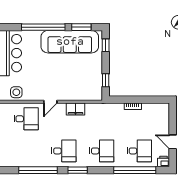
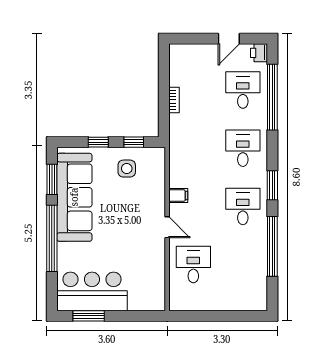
window: (106, 45) -> (98, 142), moved
side table: (16, 92) -> (127, 169), moved
filing cabinet: (76, 109) -> (178, 196), width x0.50

